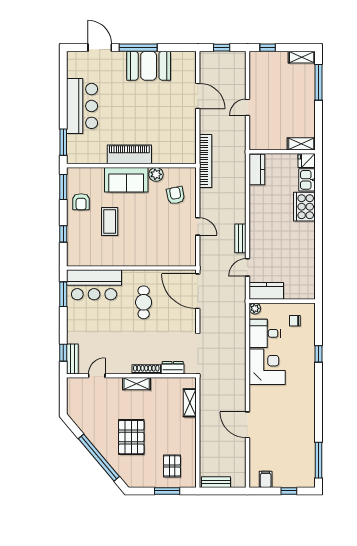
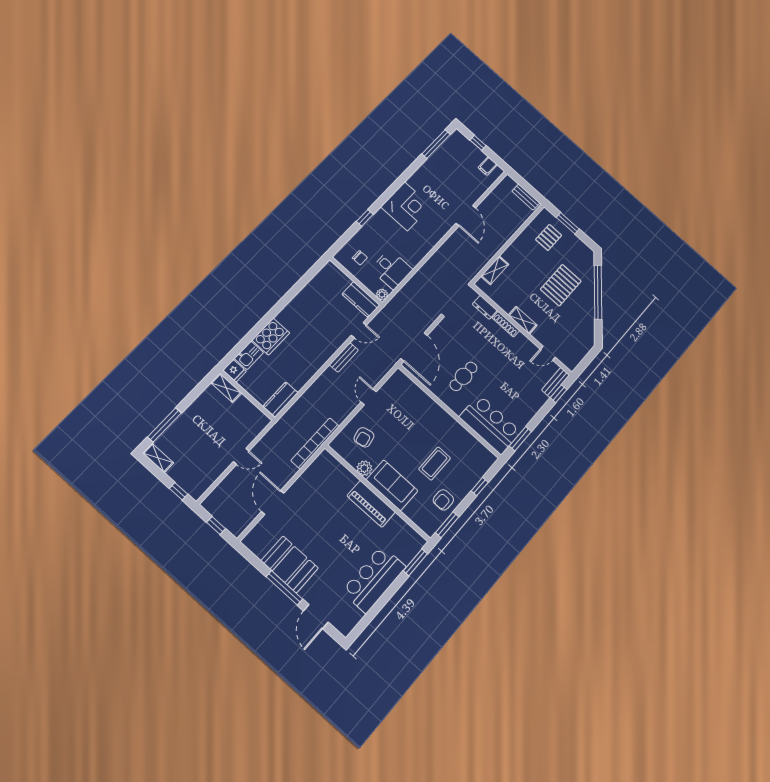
armchair: (81, 202) -> (443, 500), turned 180
corner desk: (267, 367) -> (406, 206), moved, turned 180

